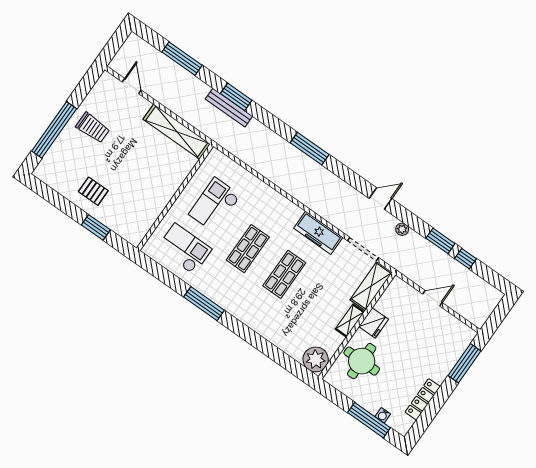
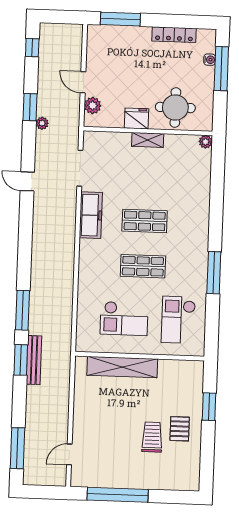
window: (182, 59) -> (17, 448), moved
trolley: (93, 128) -> (152, 437), moved
window: (54, 130) -> (118, 495), moved
shelving: (177, 132) -> (122, 367), moved, turned 90
window: (310, 149) -> (23, 310), moved
plant: (402, 229) -> (42, 123), moved
window: (465, 259) -> (32, 48), moved
shelving: (371, 286) -> (107, 141), removed
plant: (408, 294) -> (93, 105), added
plant: (316, 359) -> (206, 142), width x0.53, depth x0.53

